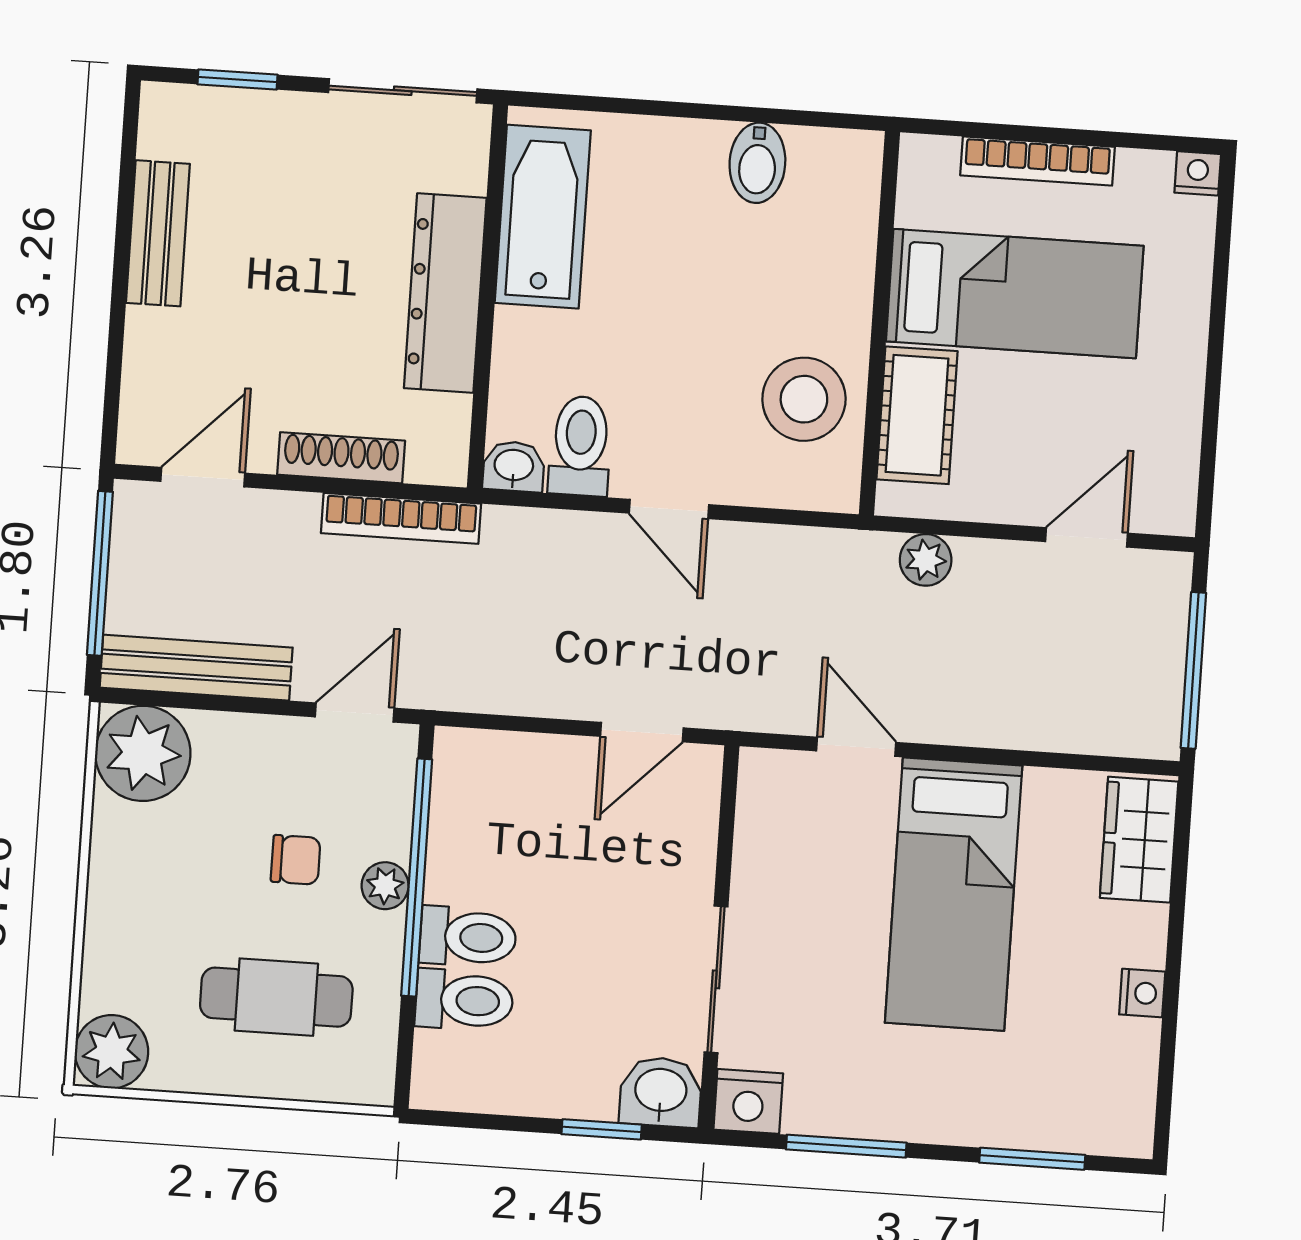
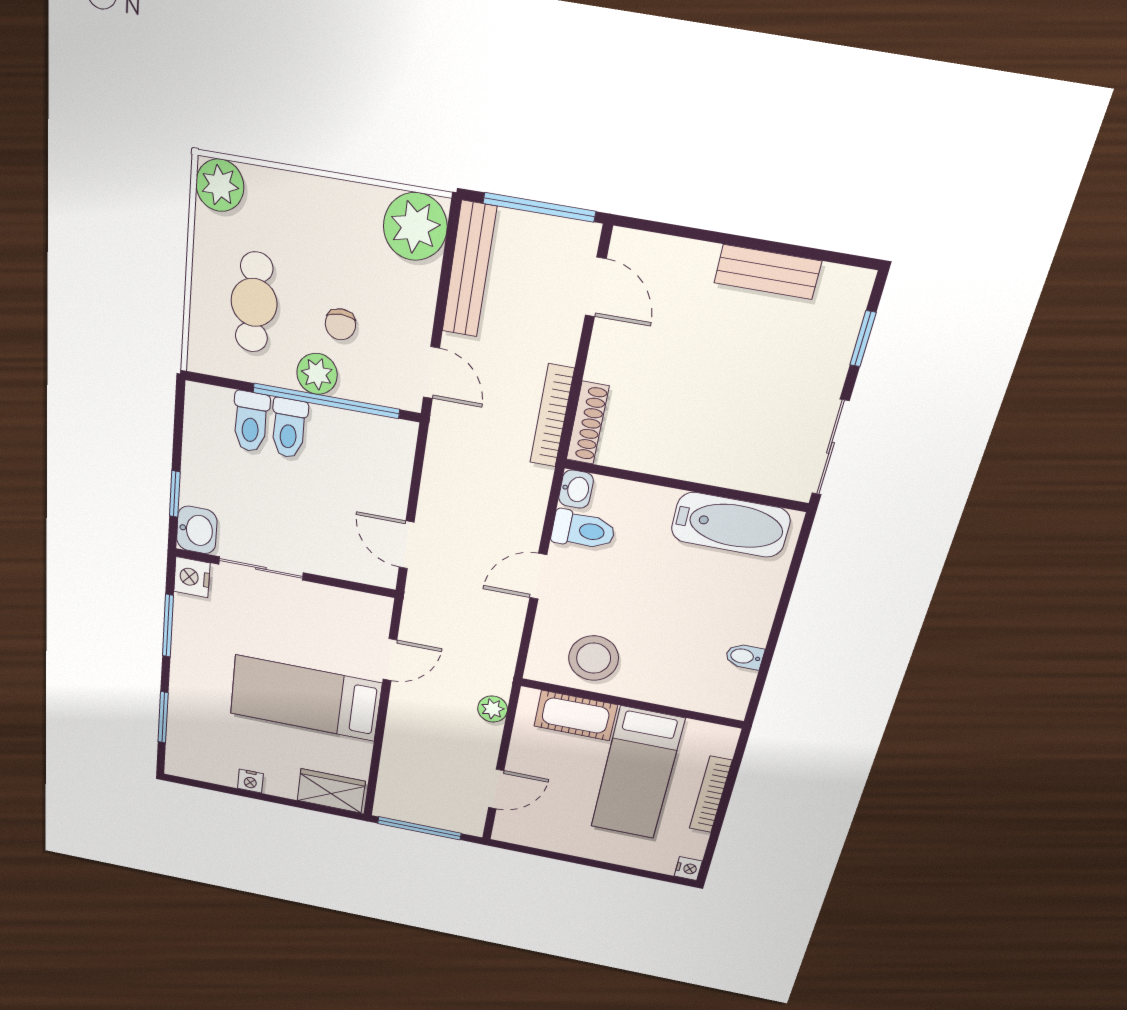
bidet: (757, 163) -> (745, 656), width x0.72, depth x0.74
dresser: (445, 293) -> (693, 460), removed
shoe rack: (341, 458) -> (588, 423), moved
door: (1087, 537) -> (496, 789), hinge flipped
plant: (385, 886) -> (317, 374), width x1.38, depth x1.38

